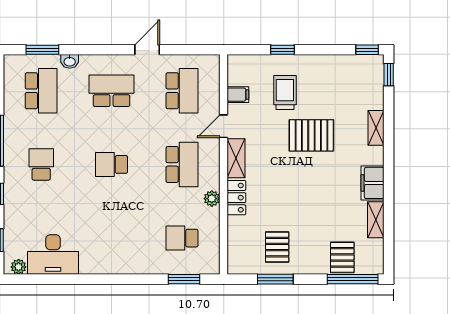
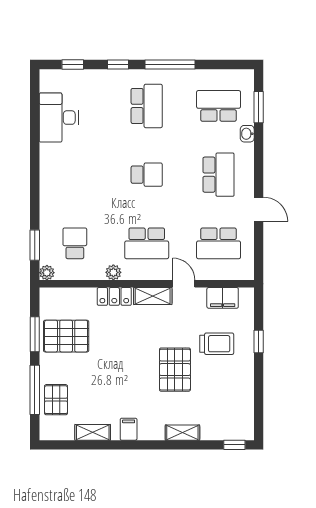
window: (367, 50) -> (259, 424), removed
school desk: (41, 91) -> (219, 106), turned 180
filing cabinet: (238, 95) -> (223, 298), width x2.00
school desk: (41, 164) -> (147, 106), width x1.85
school desk: (112, 164) -> (147, 175), turned 90
filing cabinet: (373, 183) -> (129, 429), width x0.50
pallet: (277, 247) -> (66, 336), width x1.50, depth x1.42
pallet: (342, 257) -> (56, 400), turned 90
plant: (19, 267) -> (47, 273), moved
window: (353, 279) -> (35, 390), moved

